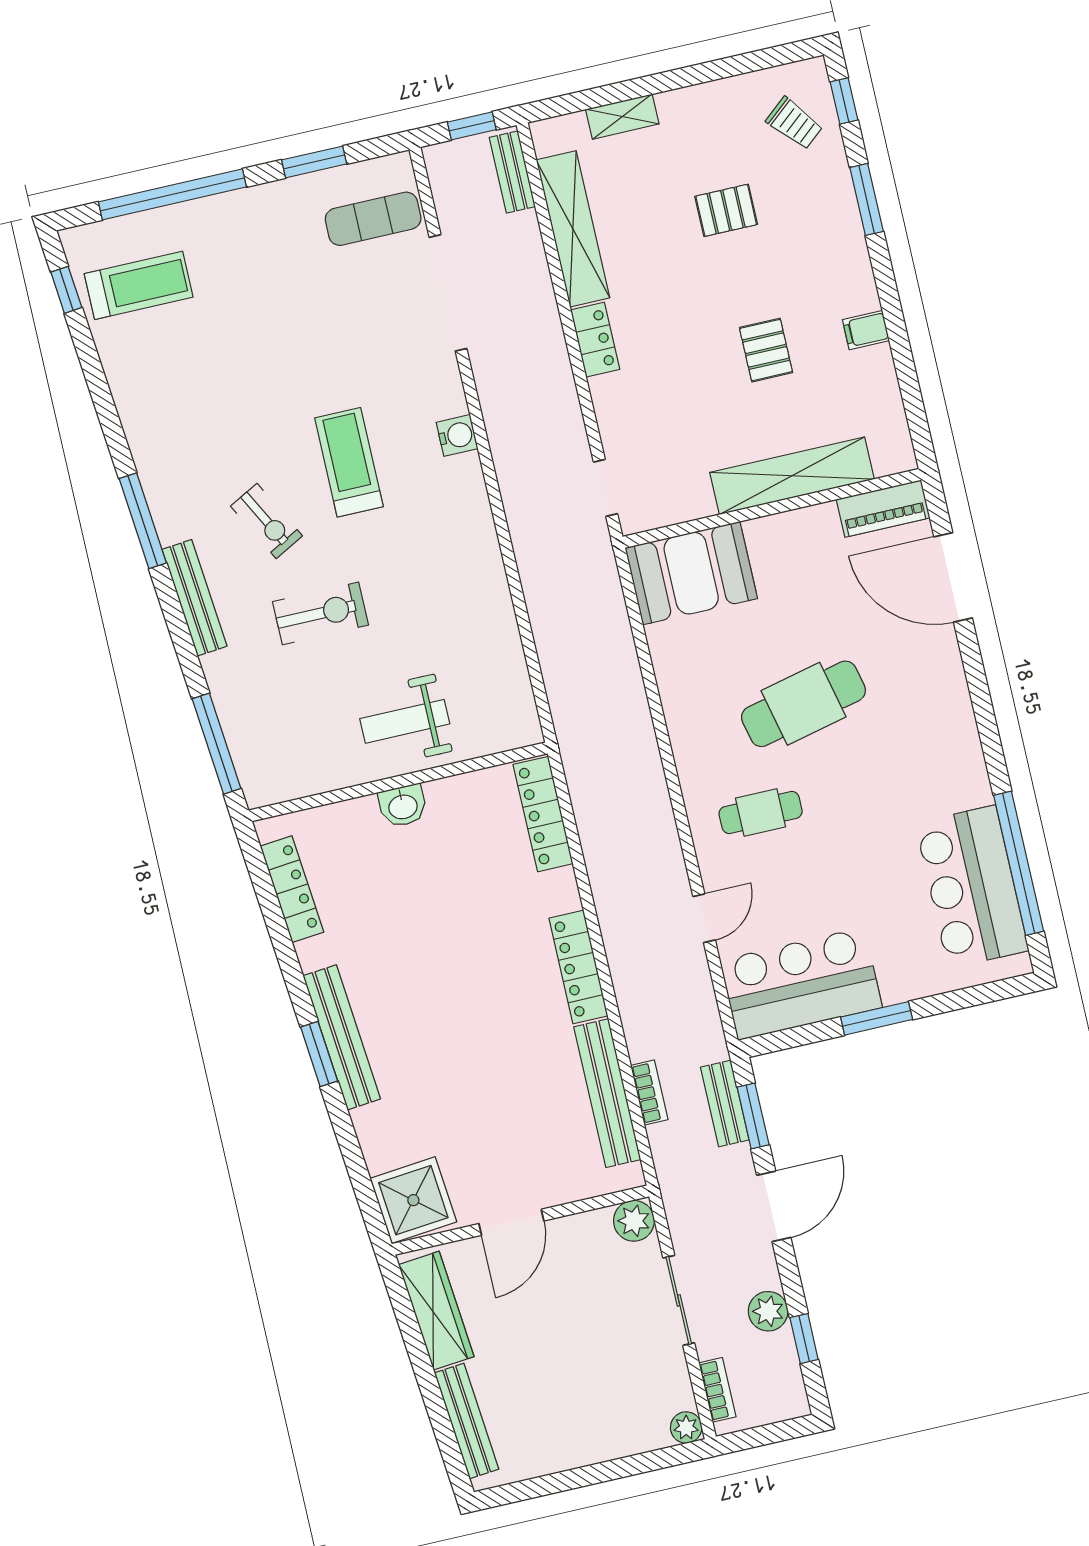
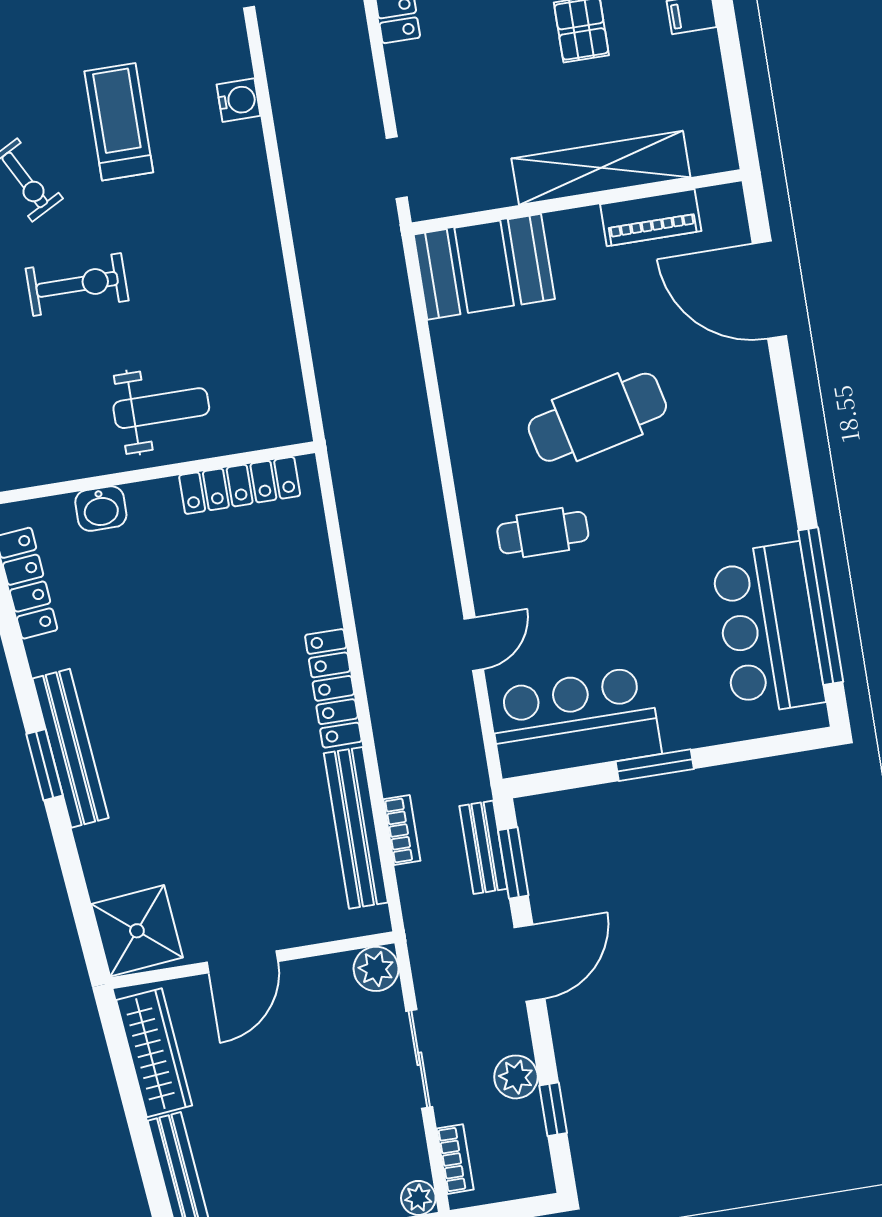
piano: (883, 509) -> (651, 218), moved
weight bench: (405, 721) -> (161, 408), turned 180
washbasin: (403, 806) -> (101, 509), moved
locker: (543, 814) -> (240, 485), moved, turned -90

